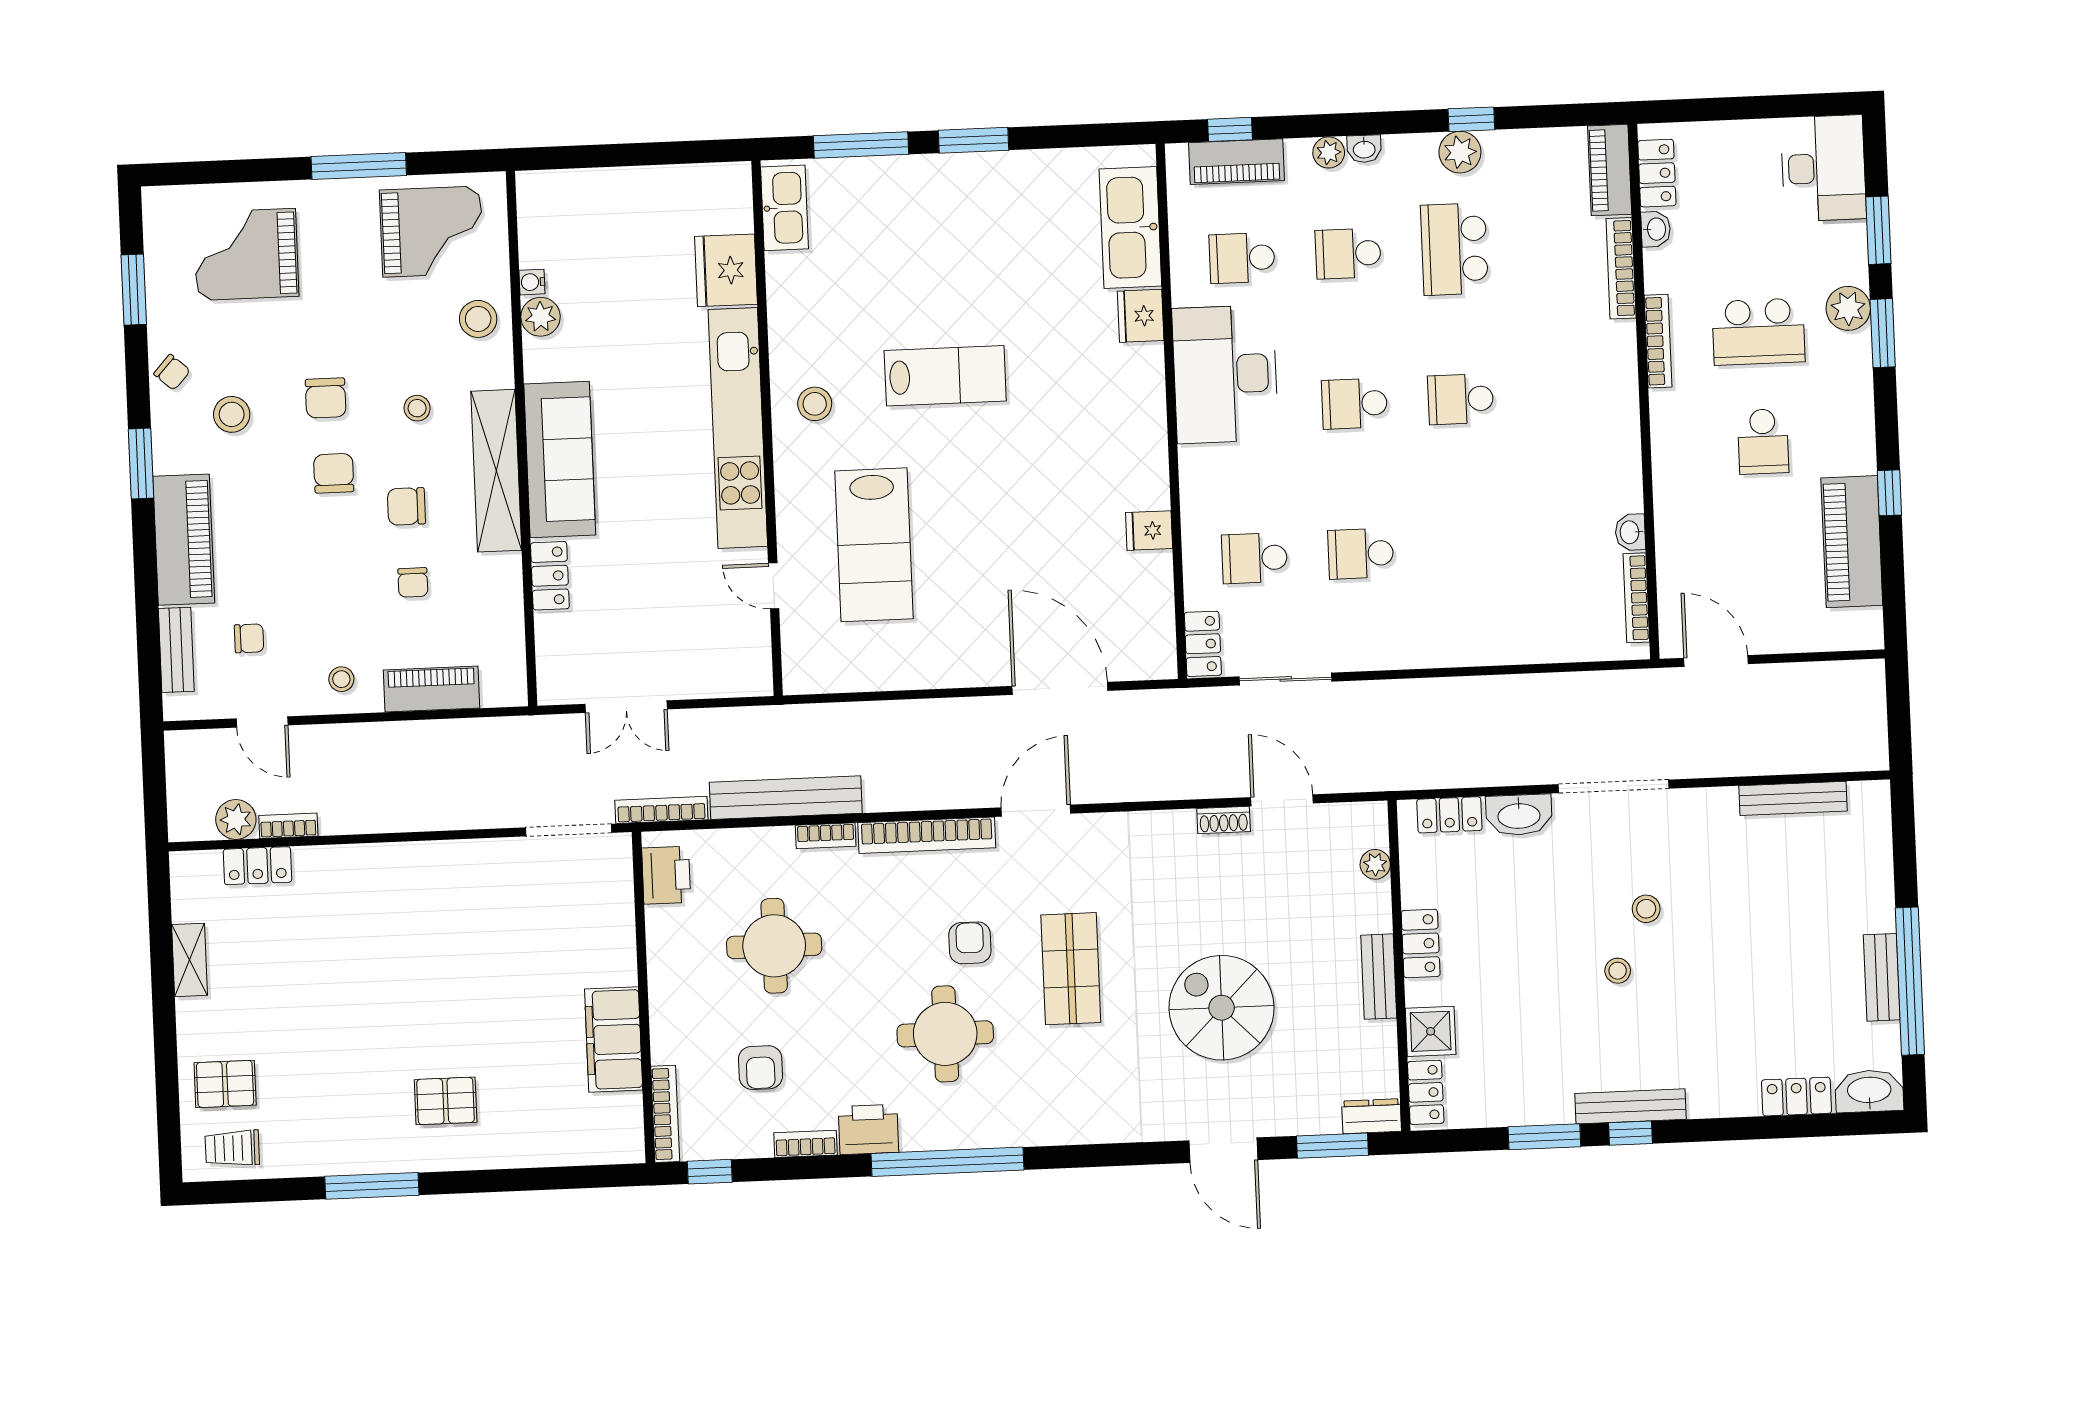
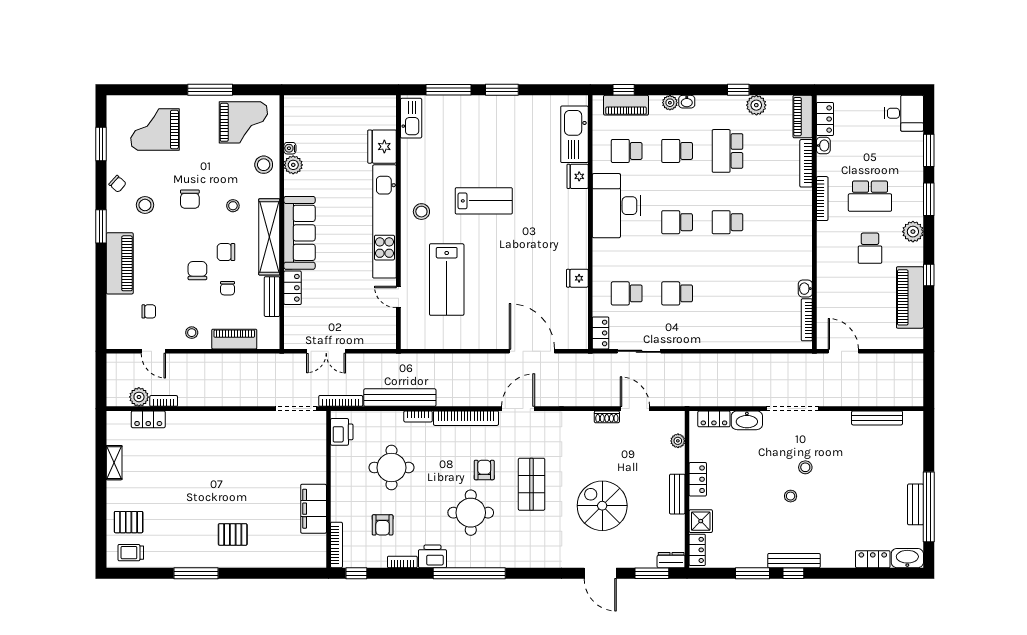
plant: (1460, 152) -> (756, 105), moved
desk: (1823, 168) -> (904, 113), width x0.73
plant: (1848, 308) -> (913, 232), moved
chair: (334, 473) -> (197, 271), moved
bench: (176, 650) -> (272, 297), moved

